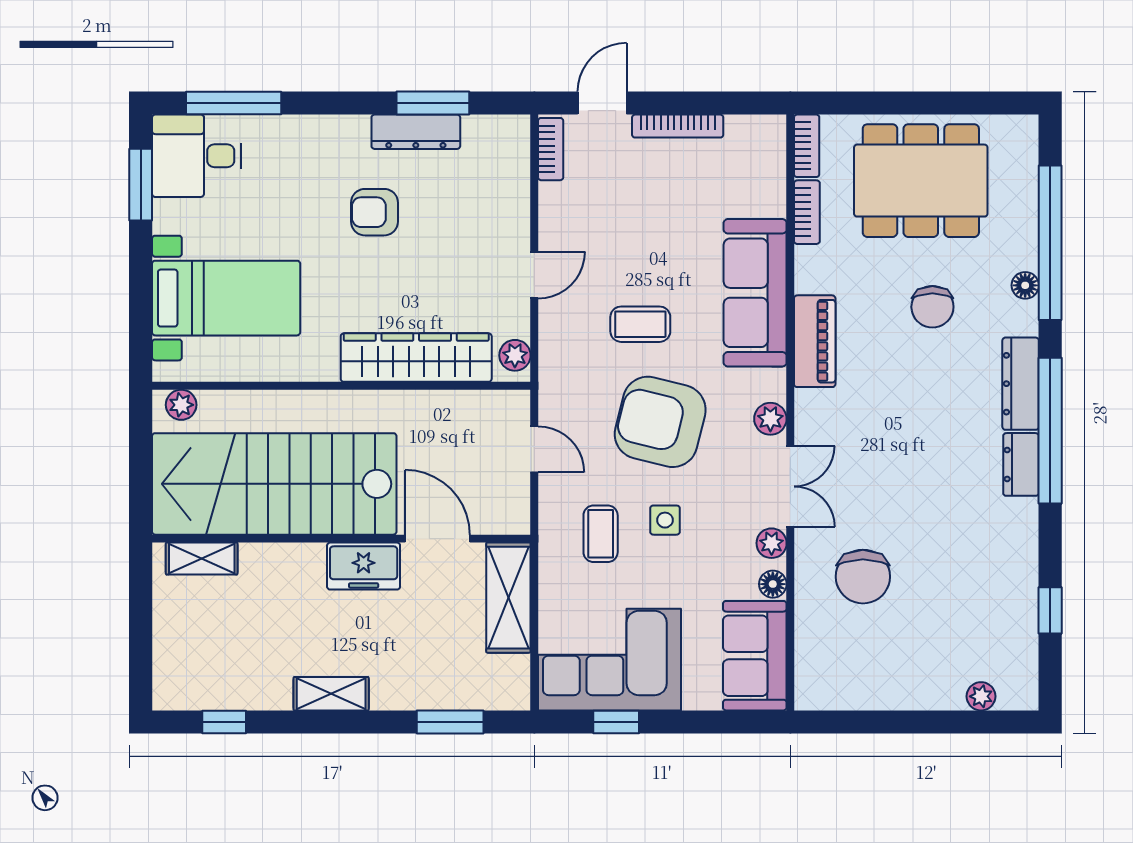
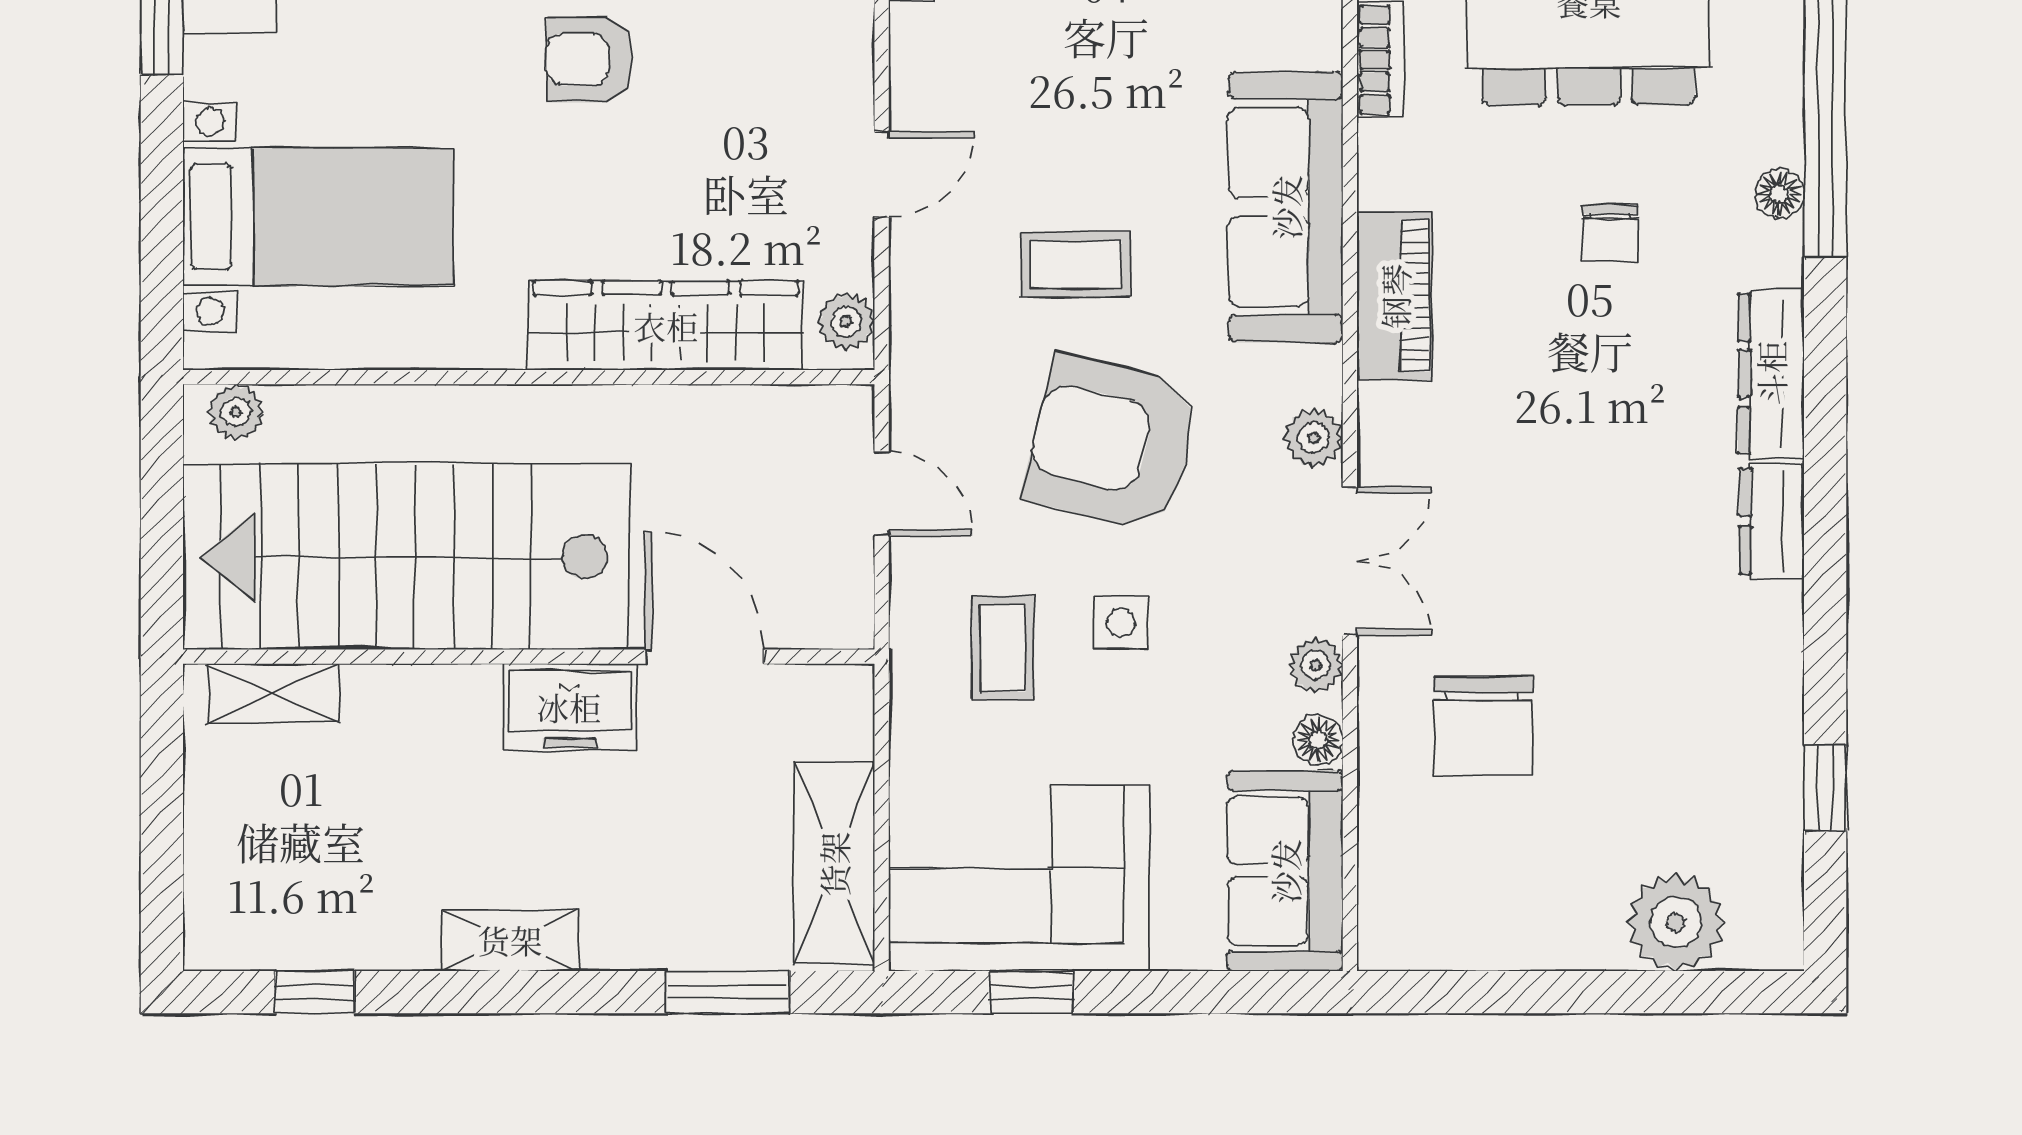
chair: (932, 307) -> (1610, 233), width x0.73, depth x0.73
window: (1050, 431) -> (1825, 459), removed
shelving: (508, 598) -> (834, 864), moved
plant: (981, 696) -> (1676, 922), width x1.88, depth x1.88

